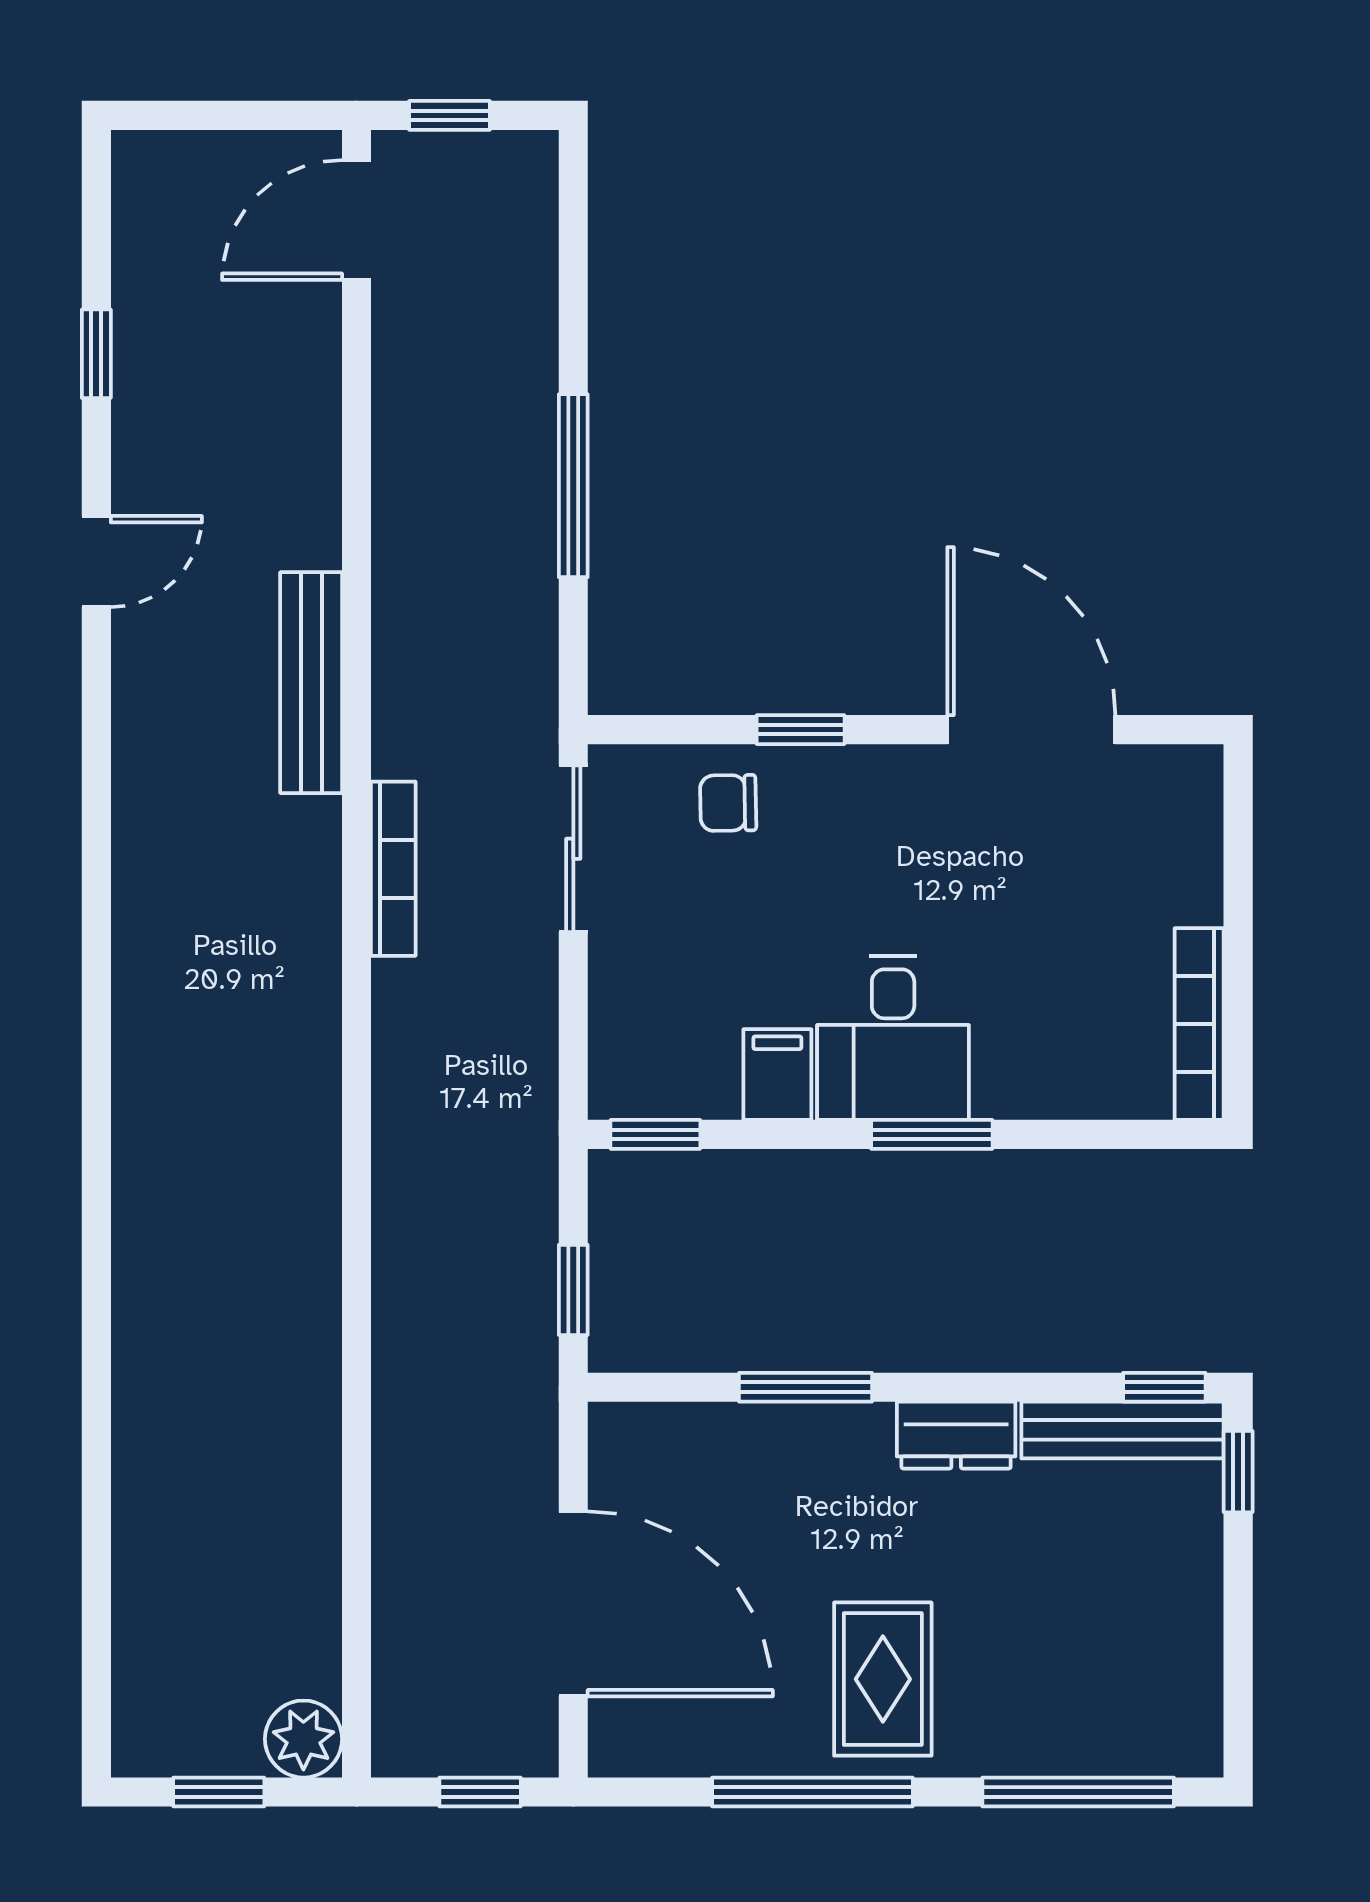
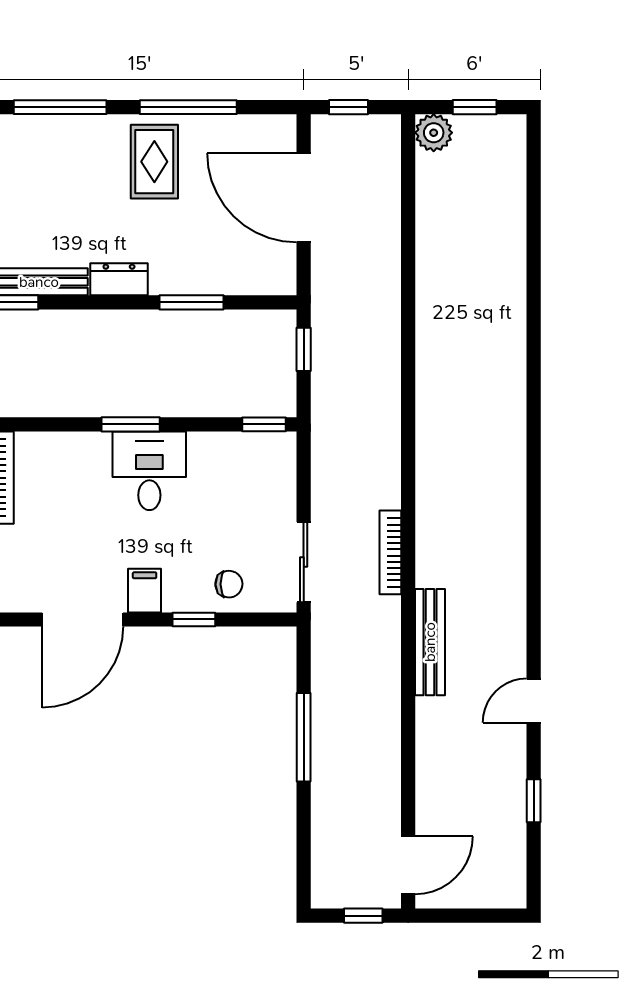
door: (1031, 730) -> (83, 619), hinge flipped
filing cabinet: (777, 1075) -> (145, 591), moved, turned 180

